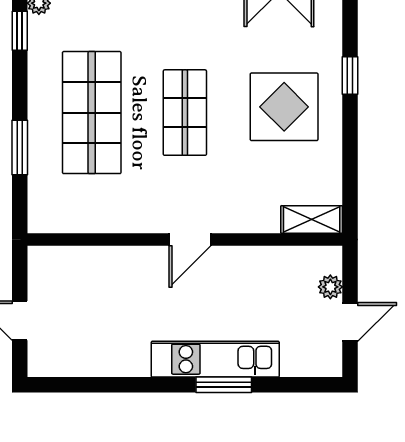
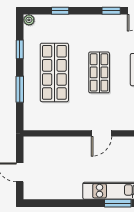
window: (20, 31) -> (20, 49), moved

